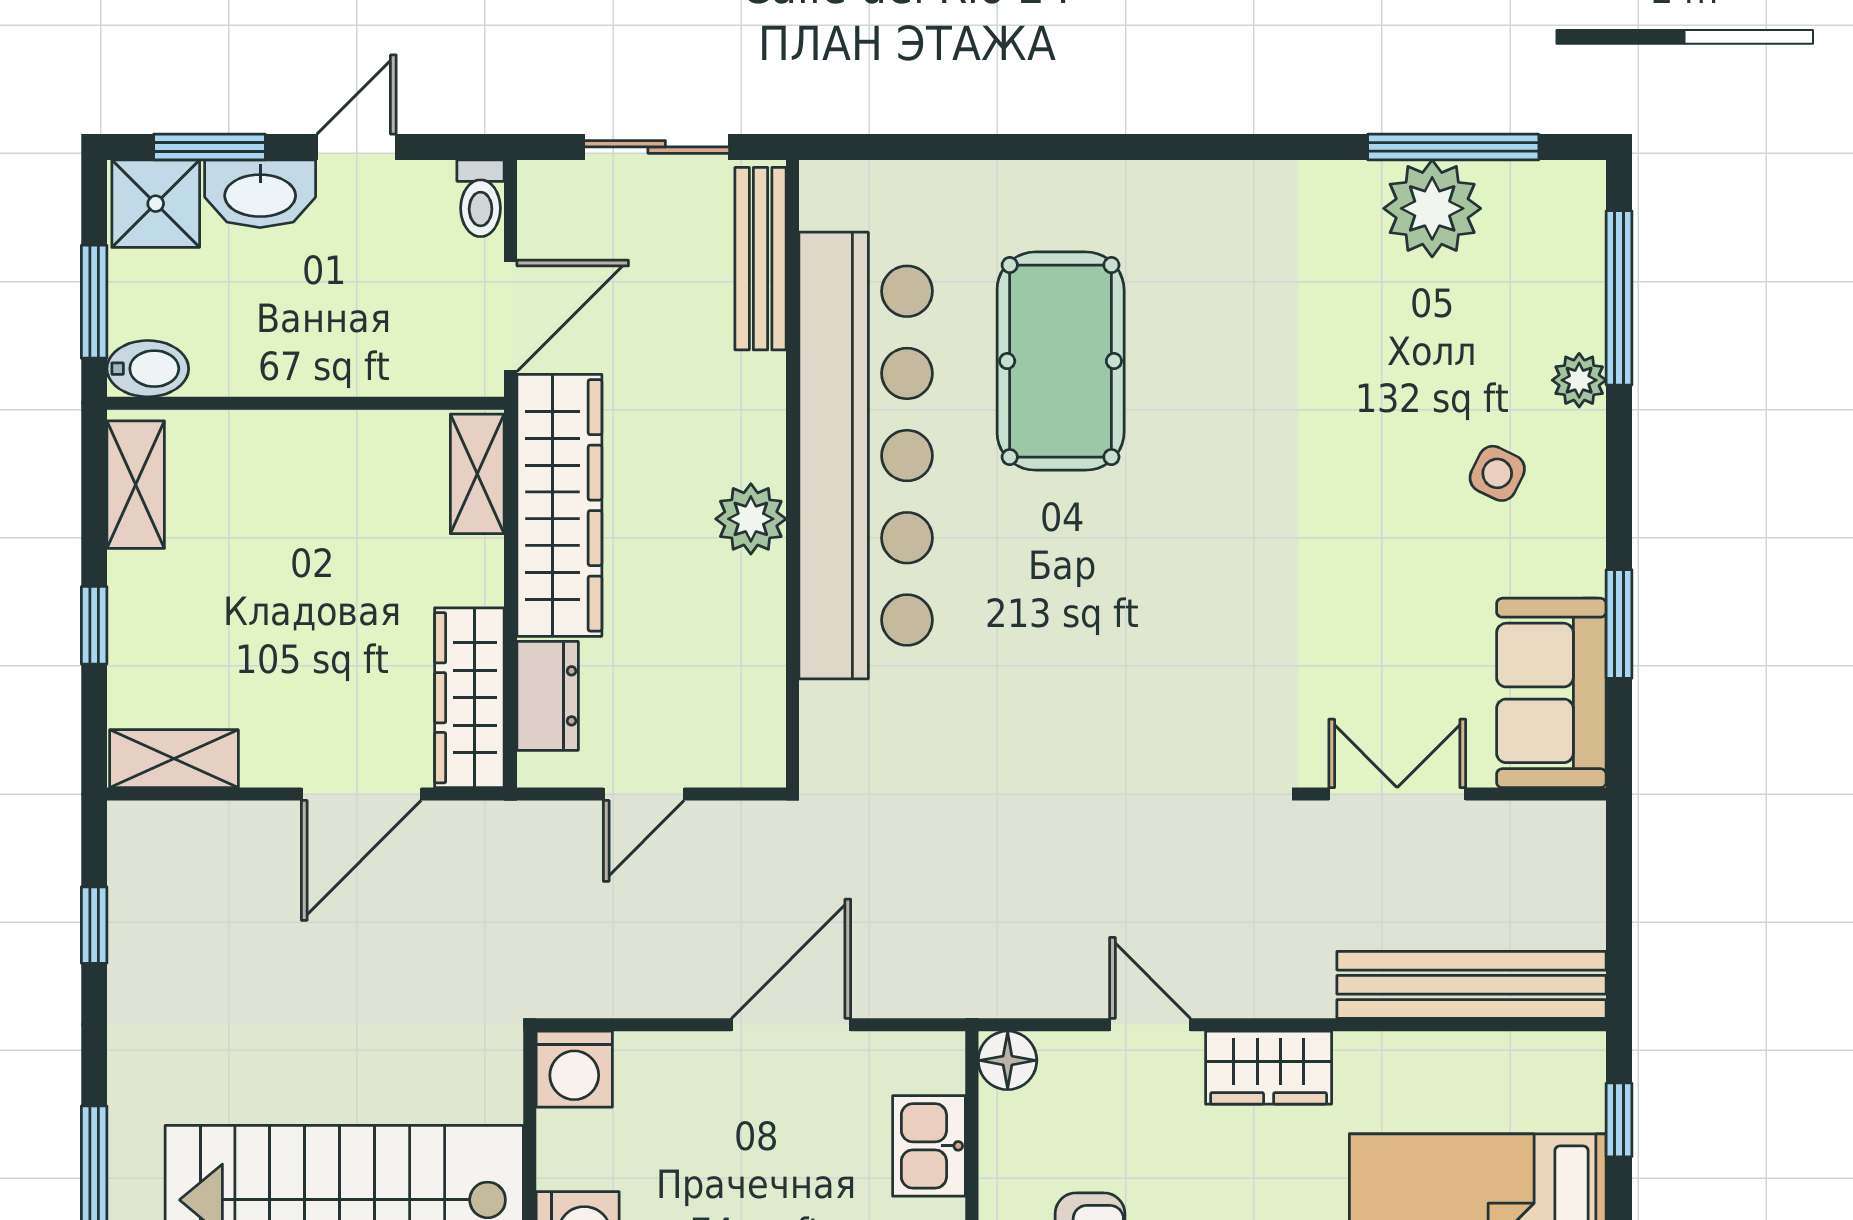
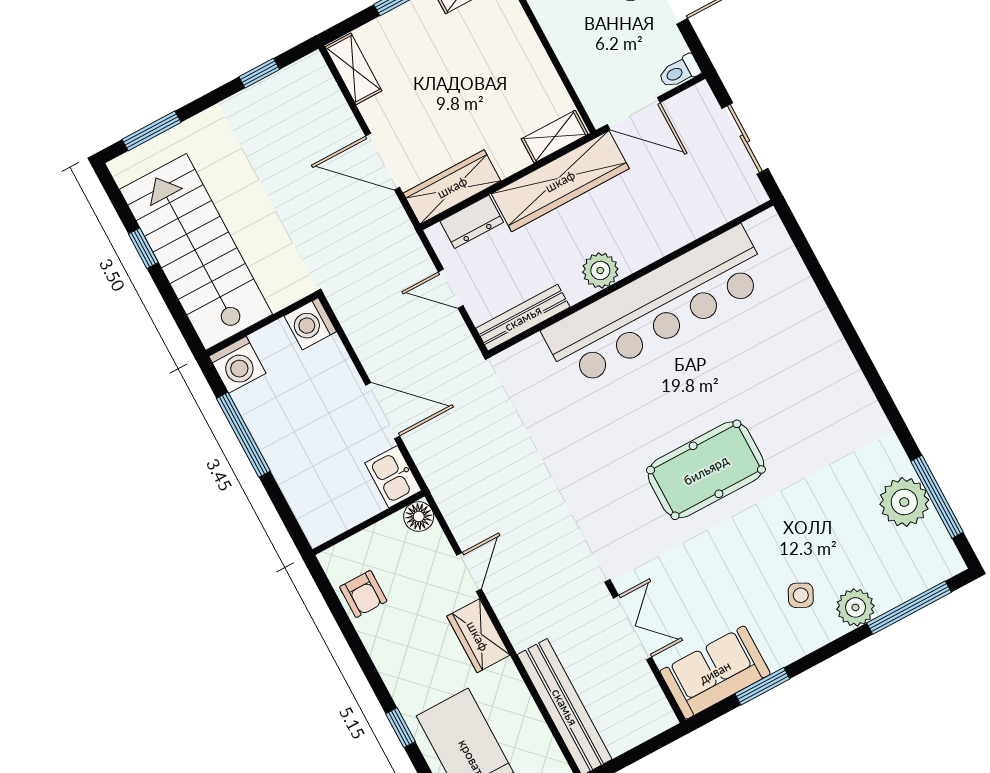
bench: (761, 259) -> (523, 318), moved
pool table: (1061, 361) -> (706, 470), moved
plant: (1579, 380) -> (855, 607), width x1.38, depth x1.38
kitchen sink: (929, 1146) -> (393, 477), moved, turned -90

